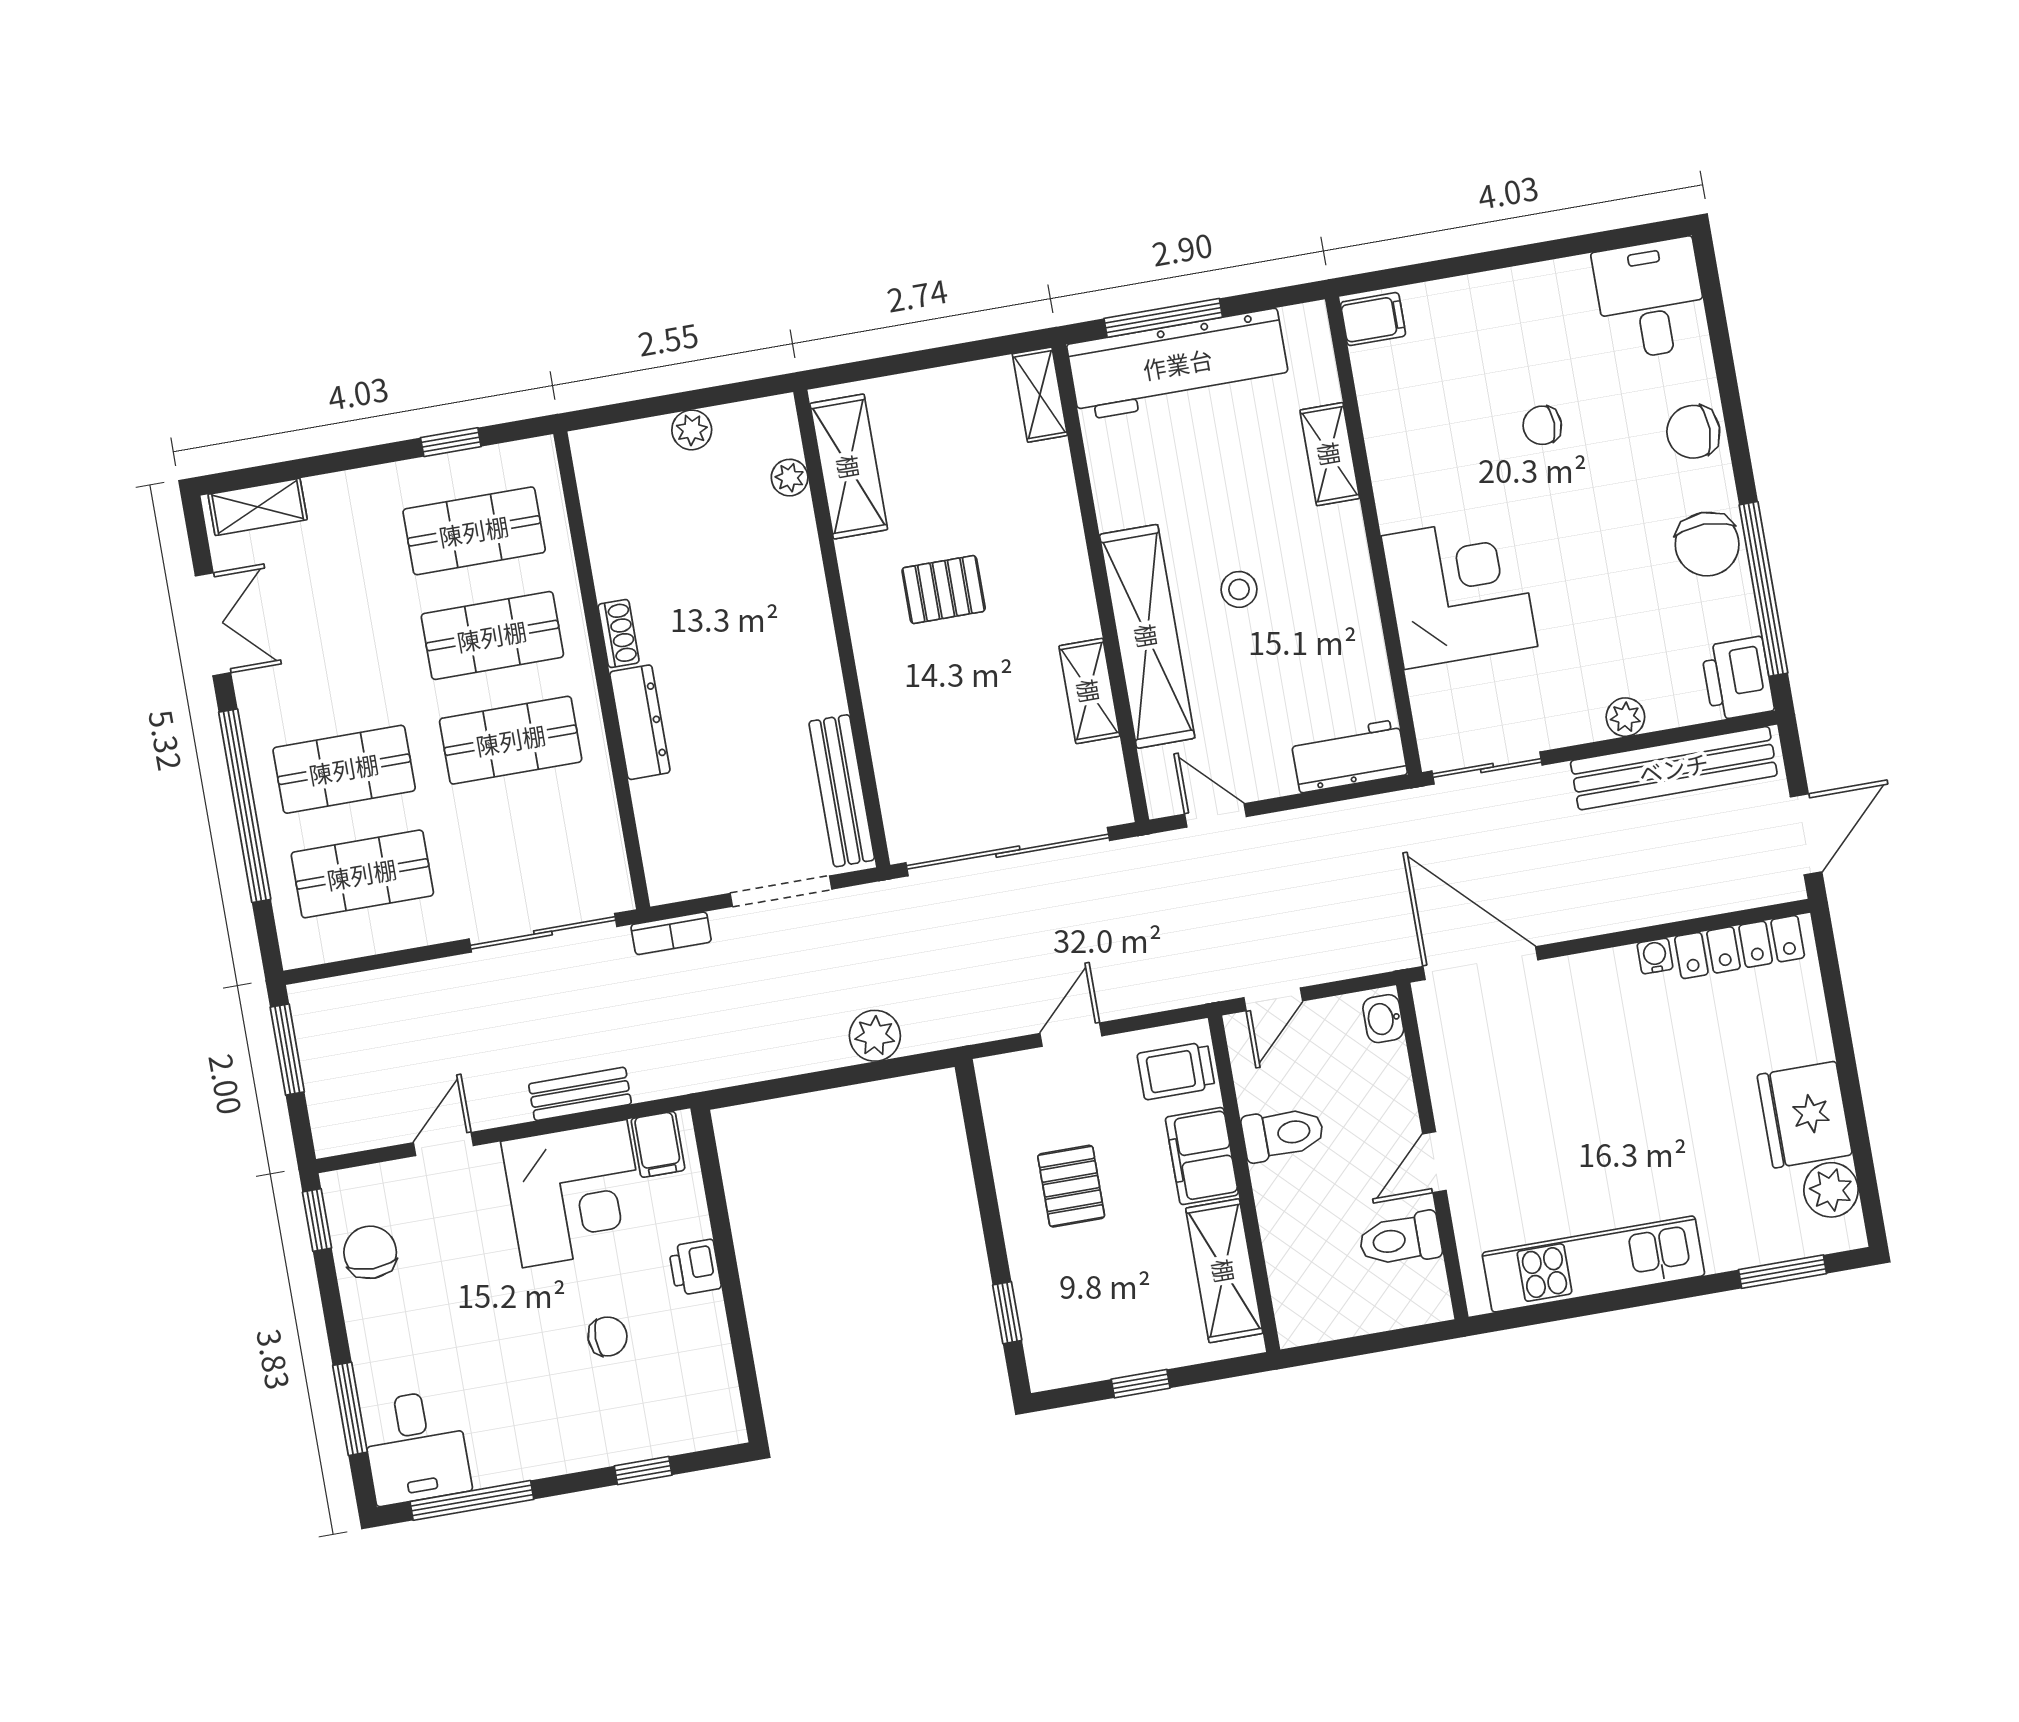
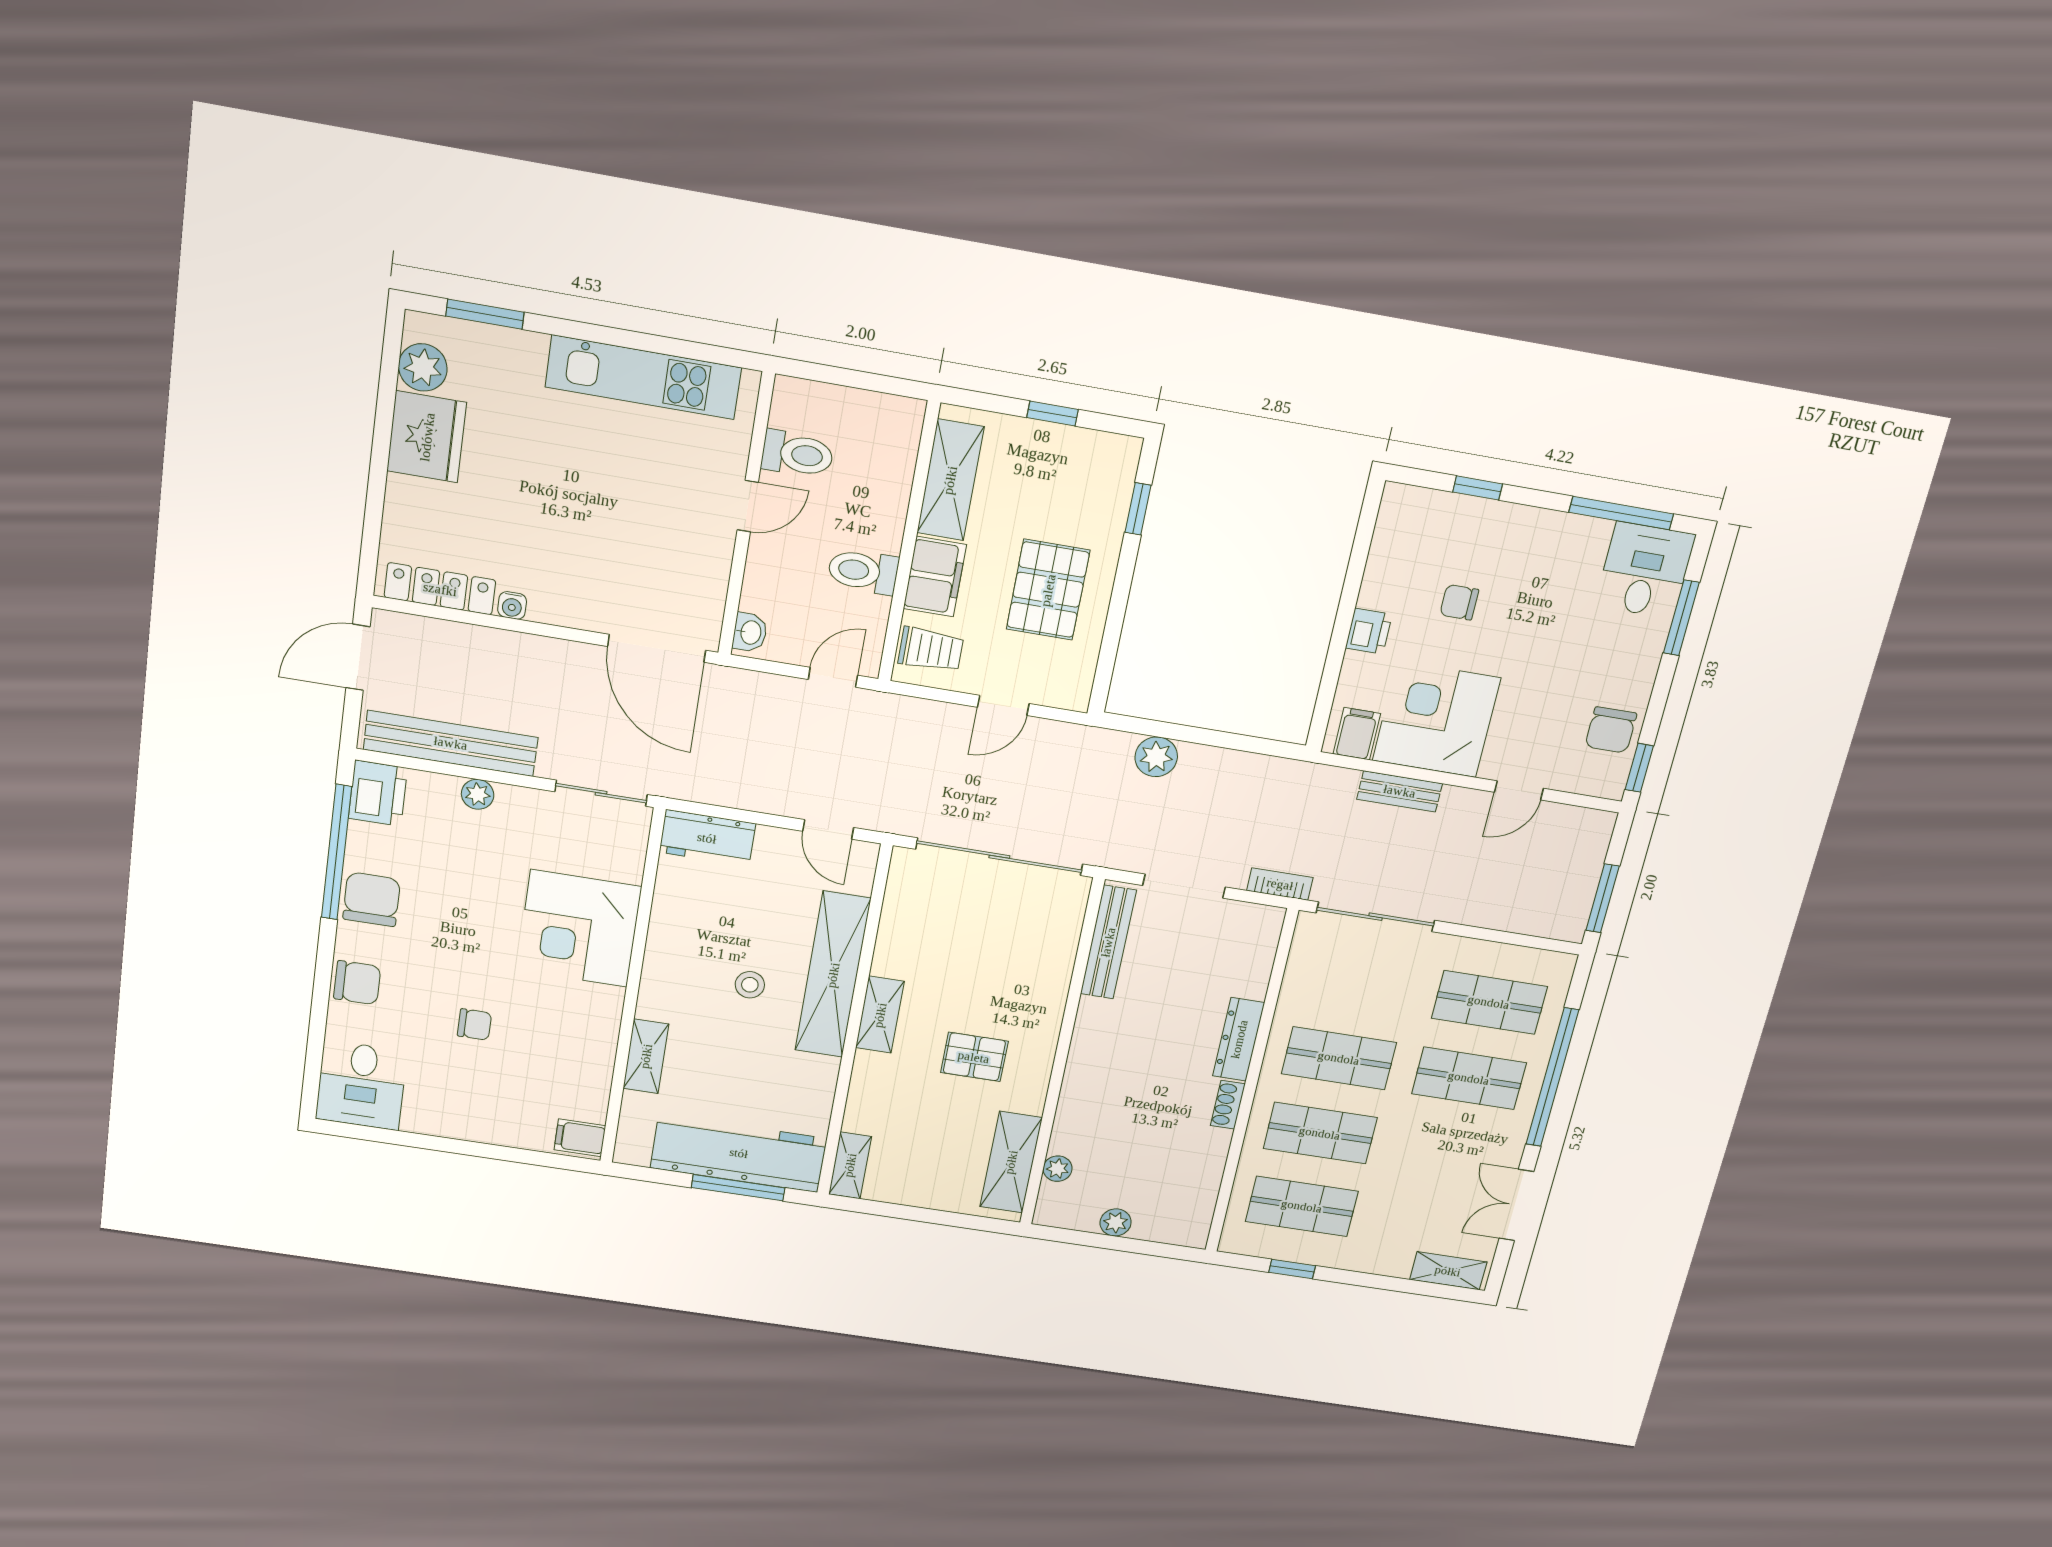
shelving: (1089, 691) -> (880, 1015), moved
pallet: (1071, 1186) -> (1048, 590), width x1.50, depth x1.42

